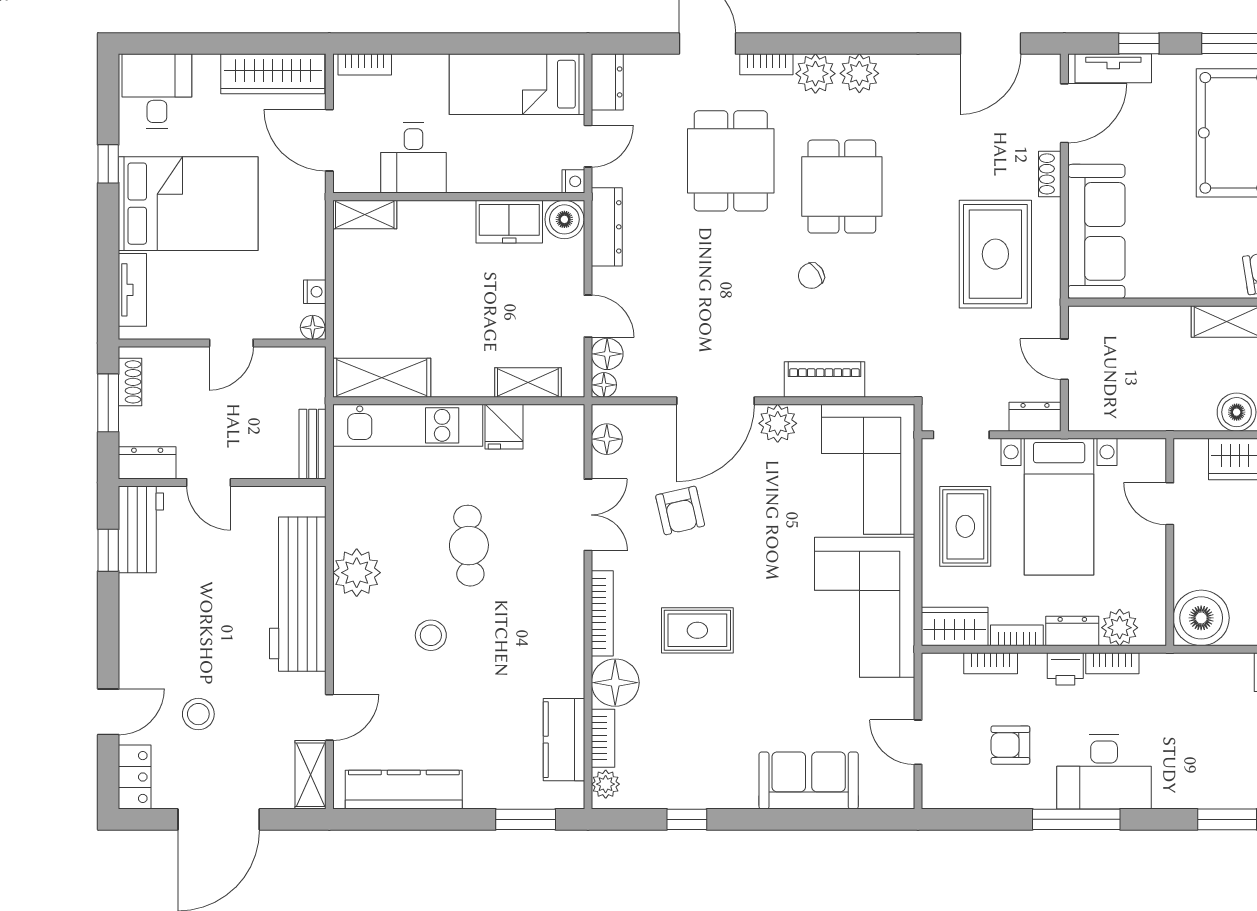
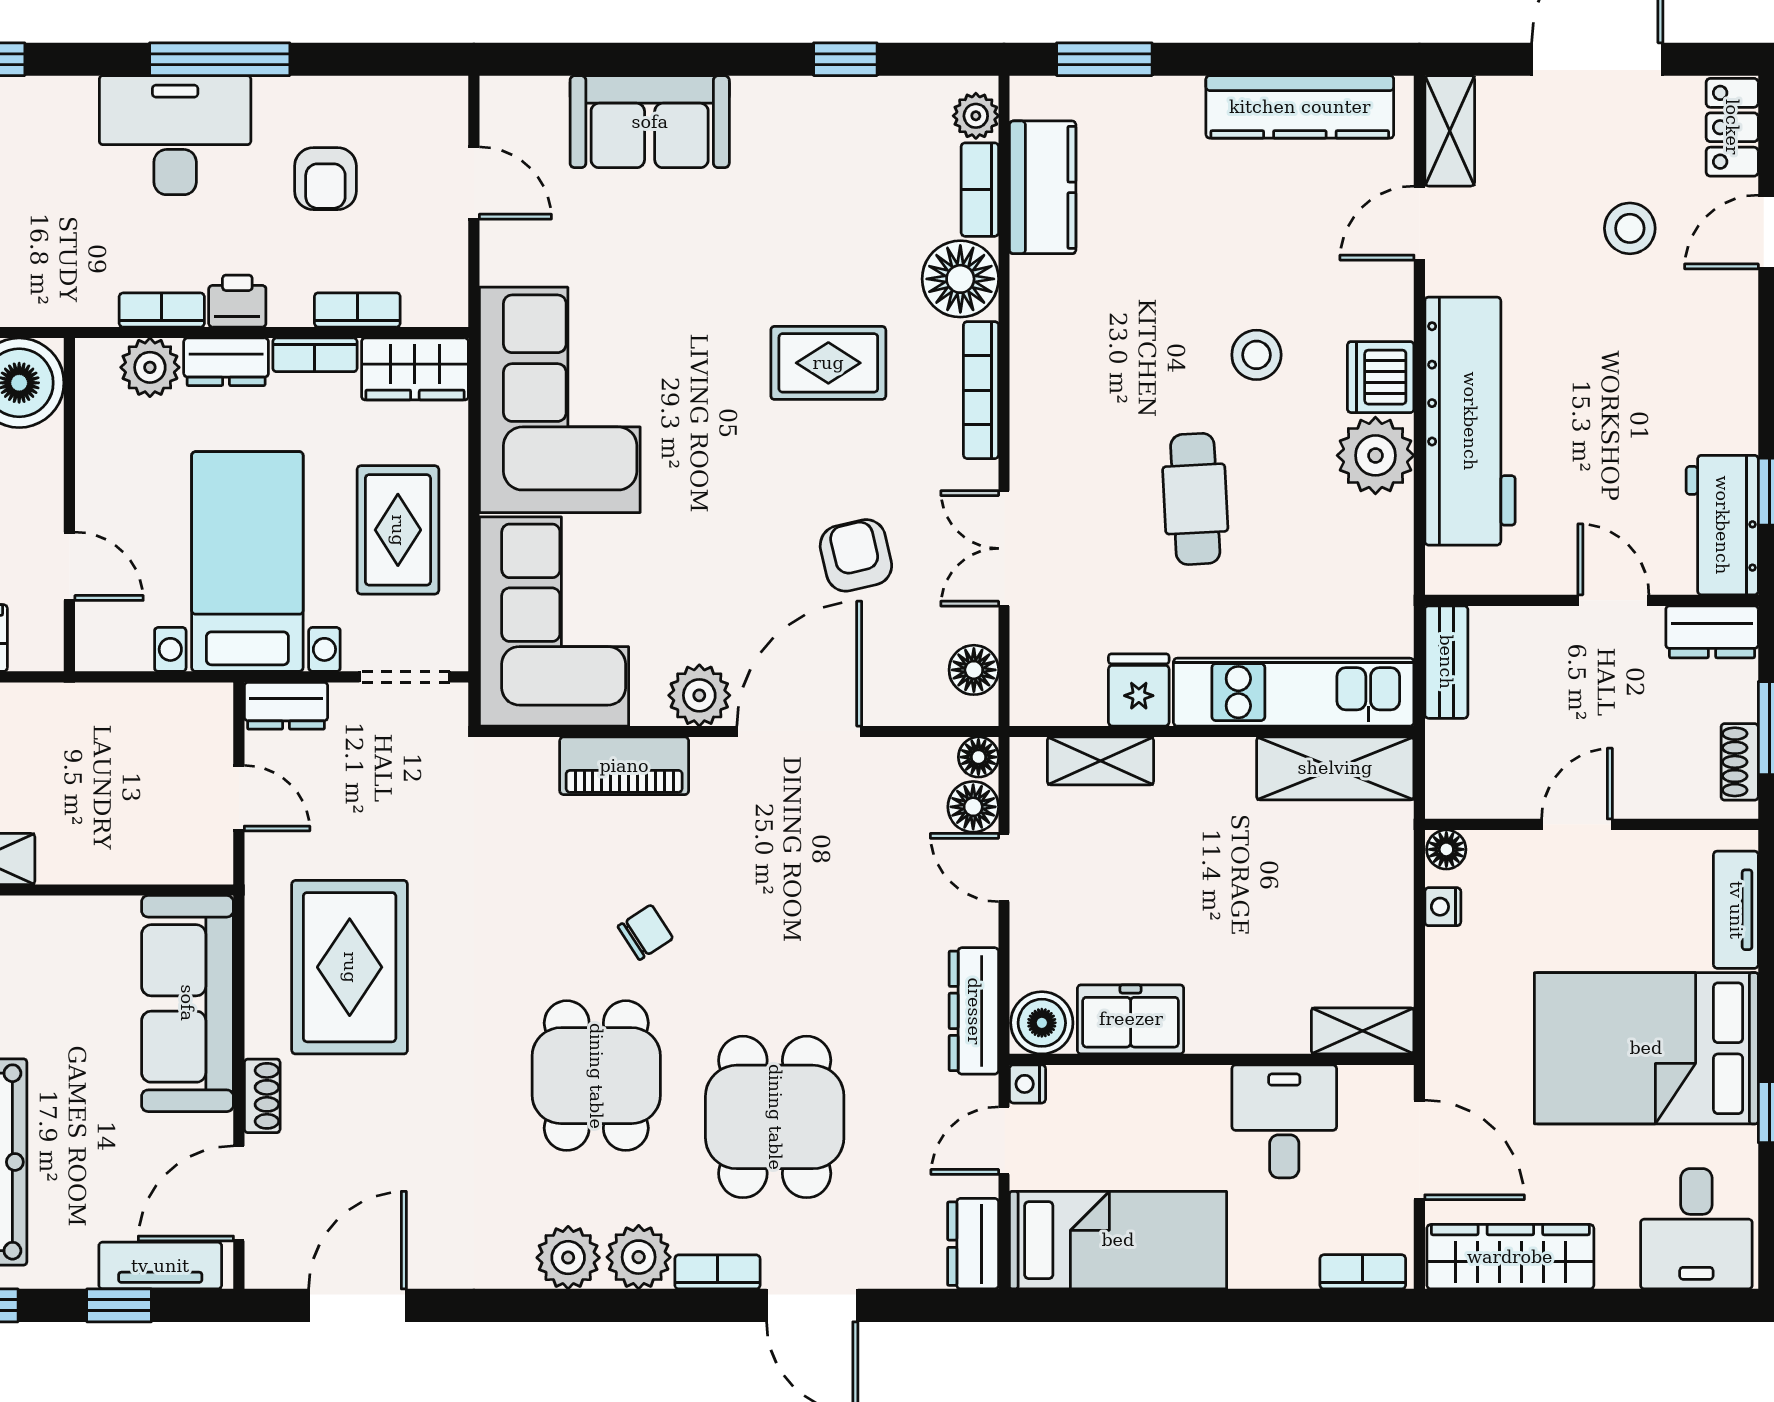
dishwasher: (353, 621) -> (1381, 377), added
armchair: (1010, 745) -> (325, 179), turned 90

